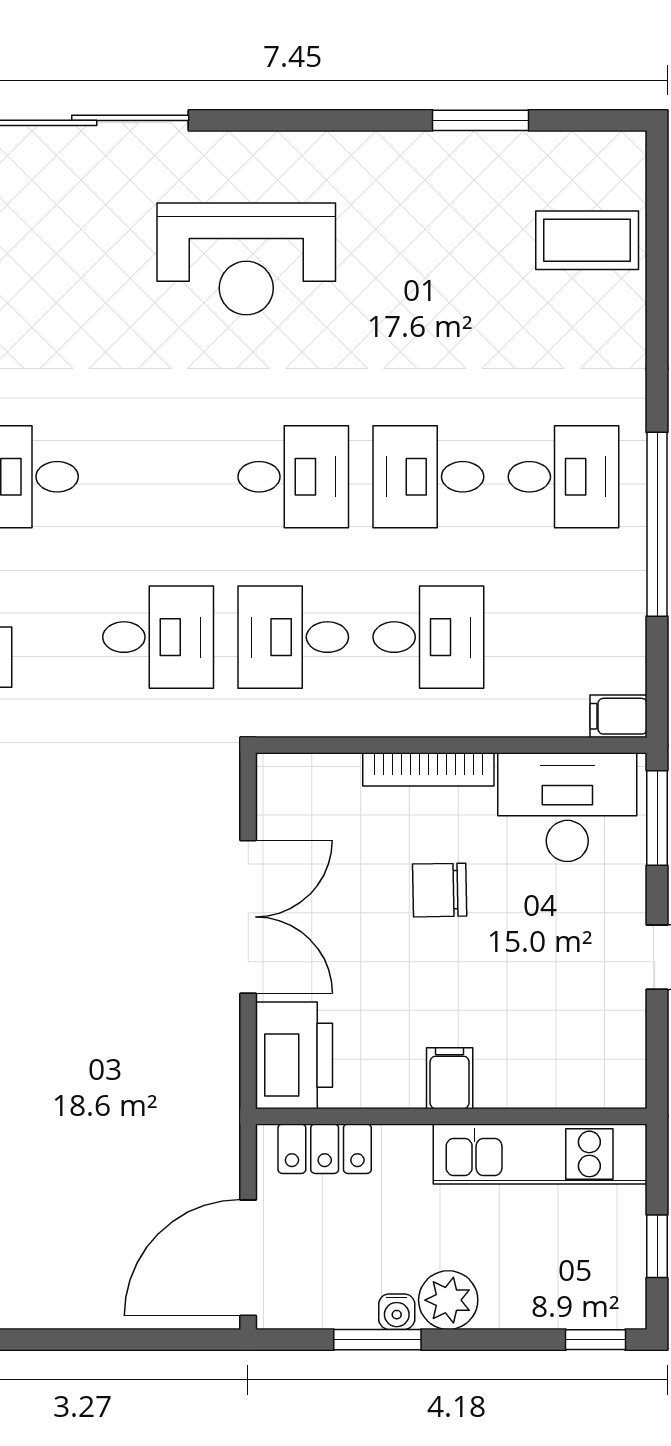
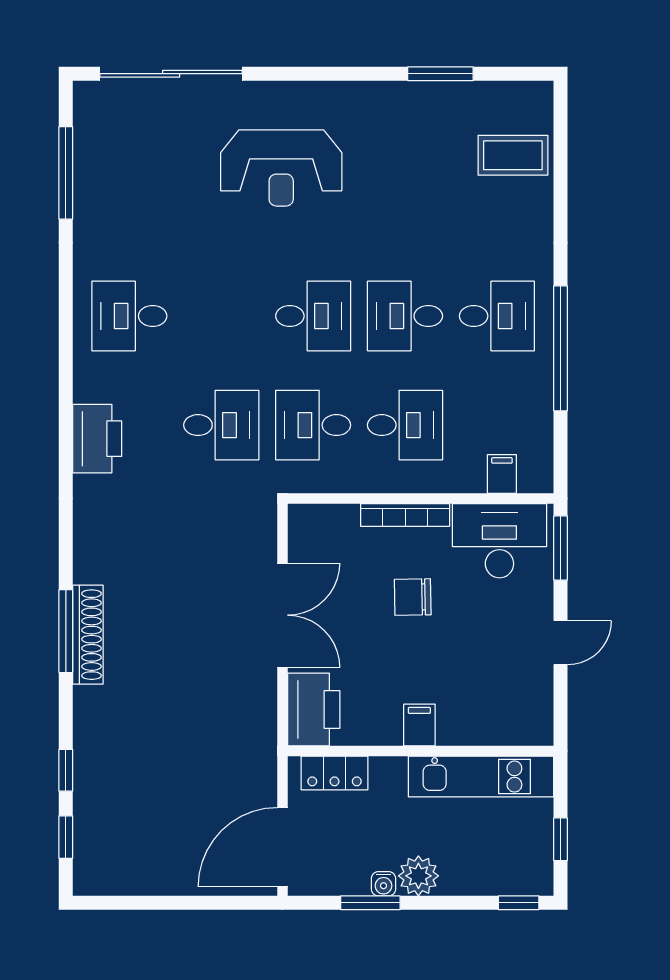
filing cabinet: (619, 716) -> (502, 474), moved, turned 90

